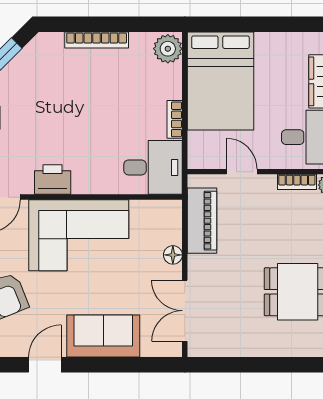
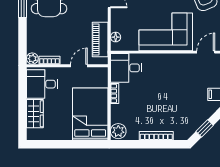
door: (242, 172) -> (79, 66), swing flipped
printer: (53, 180) -> (180, 61), removed
floor lamp: (173, 255) -> (116, 37), moved

